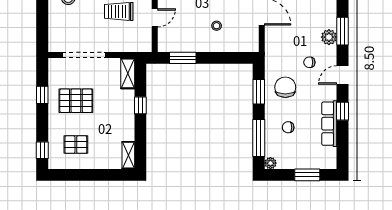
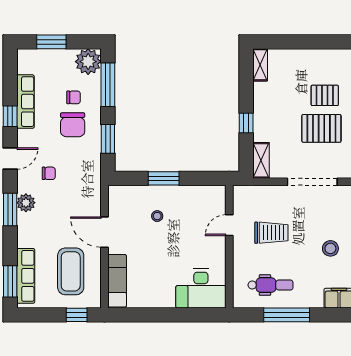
window: (183, 58) -> (164, 178), moved
chair: (285, 87) -> (73, 125), moved
pallet: (76, 145) -> (325, 95), moved
plant: (270, 163) -> (88, 62), width x1.88, depth x1.88

